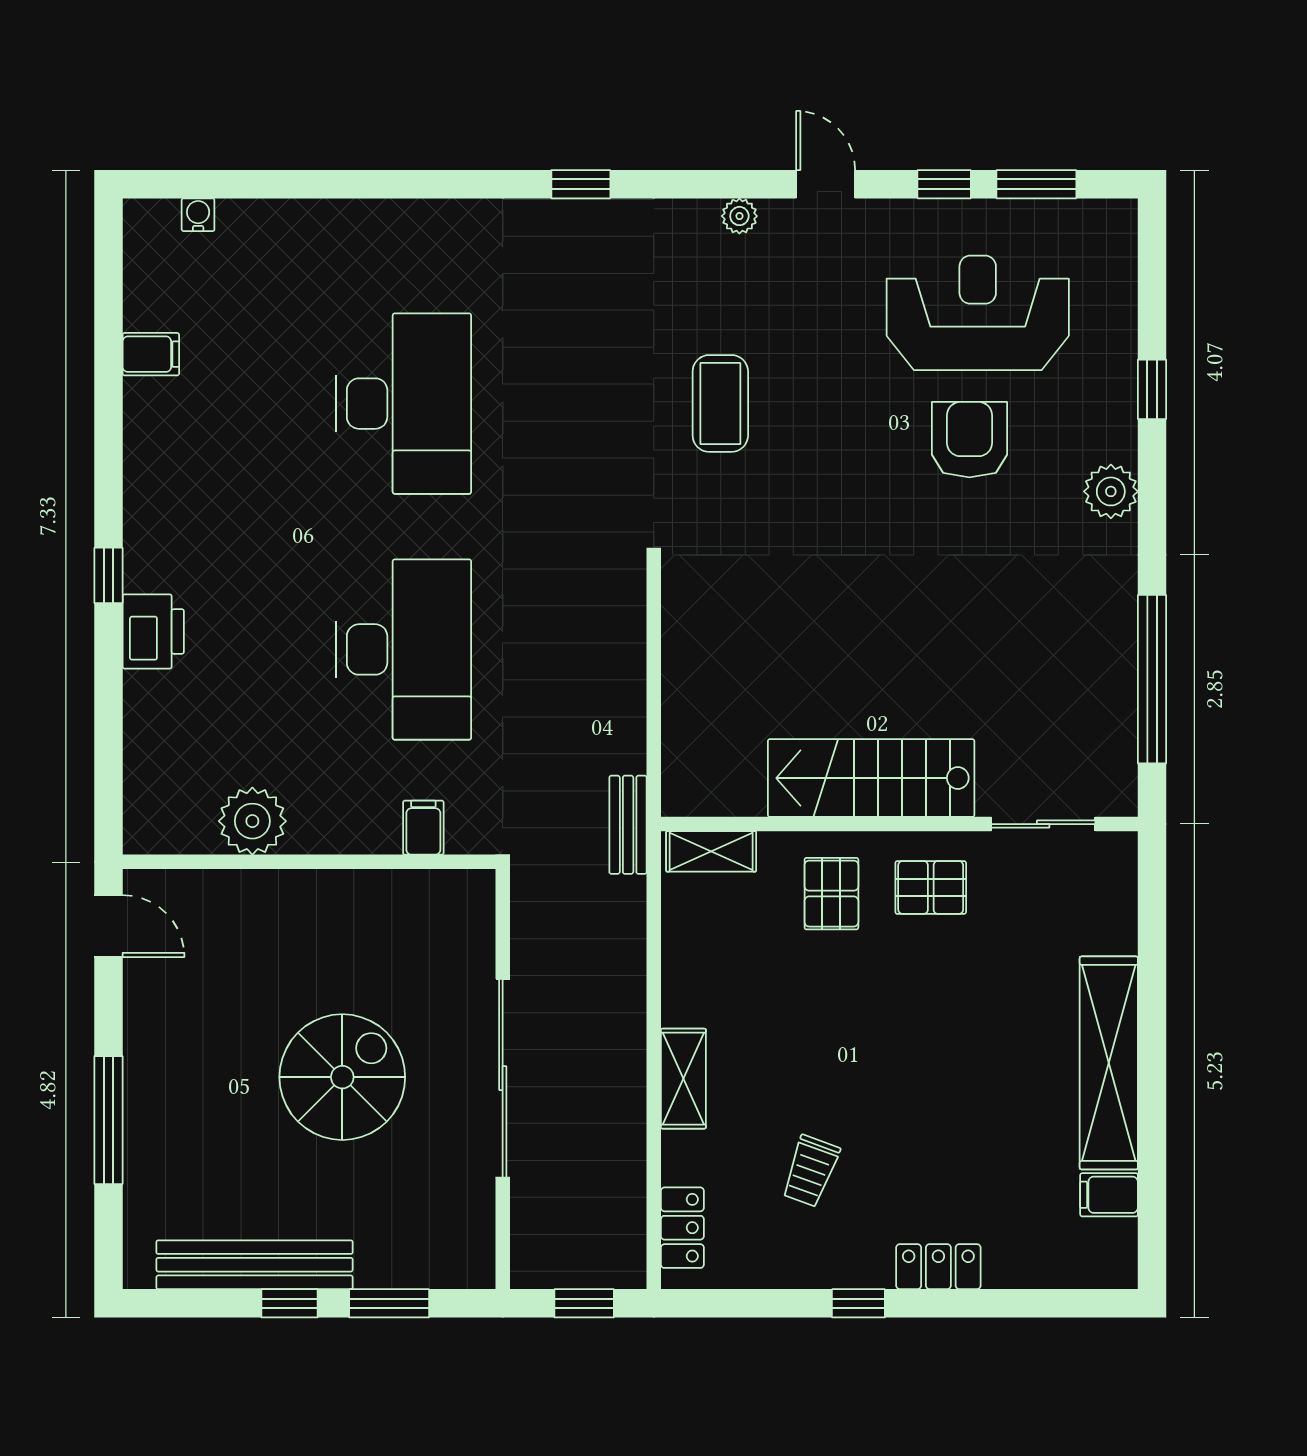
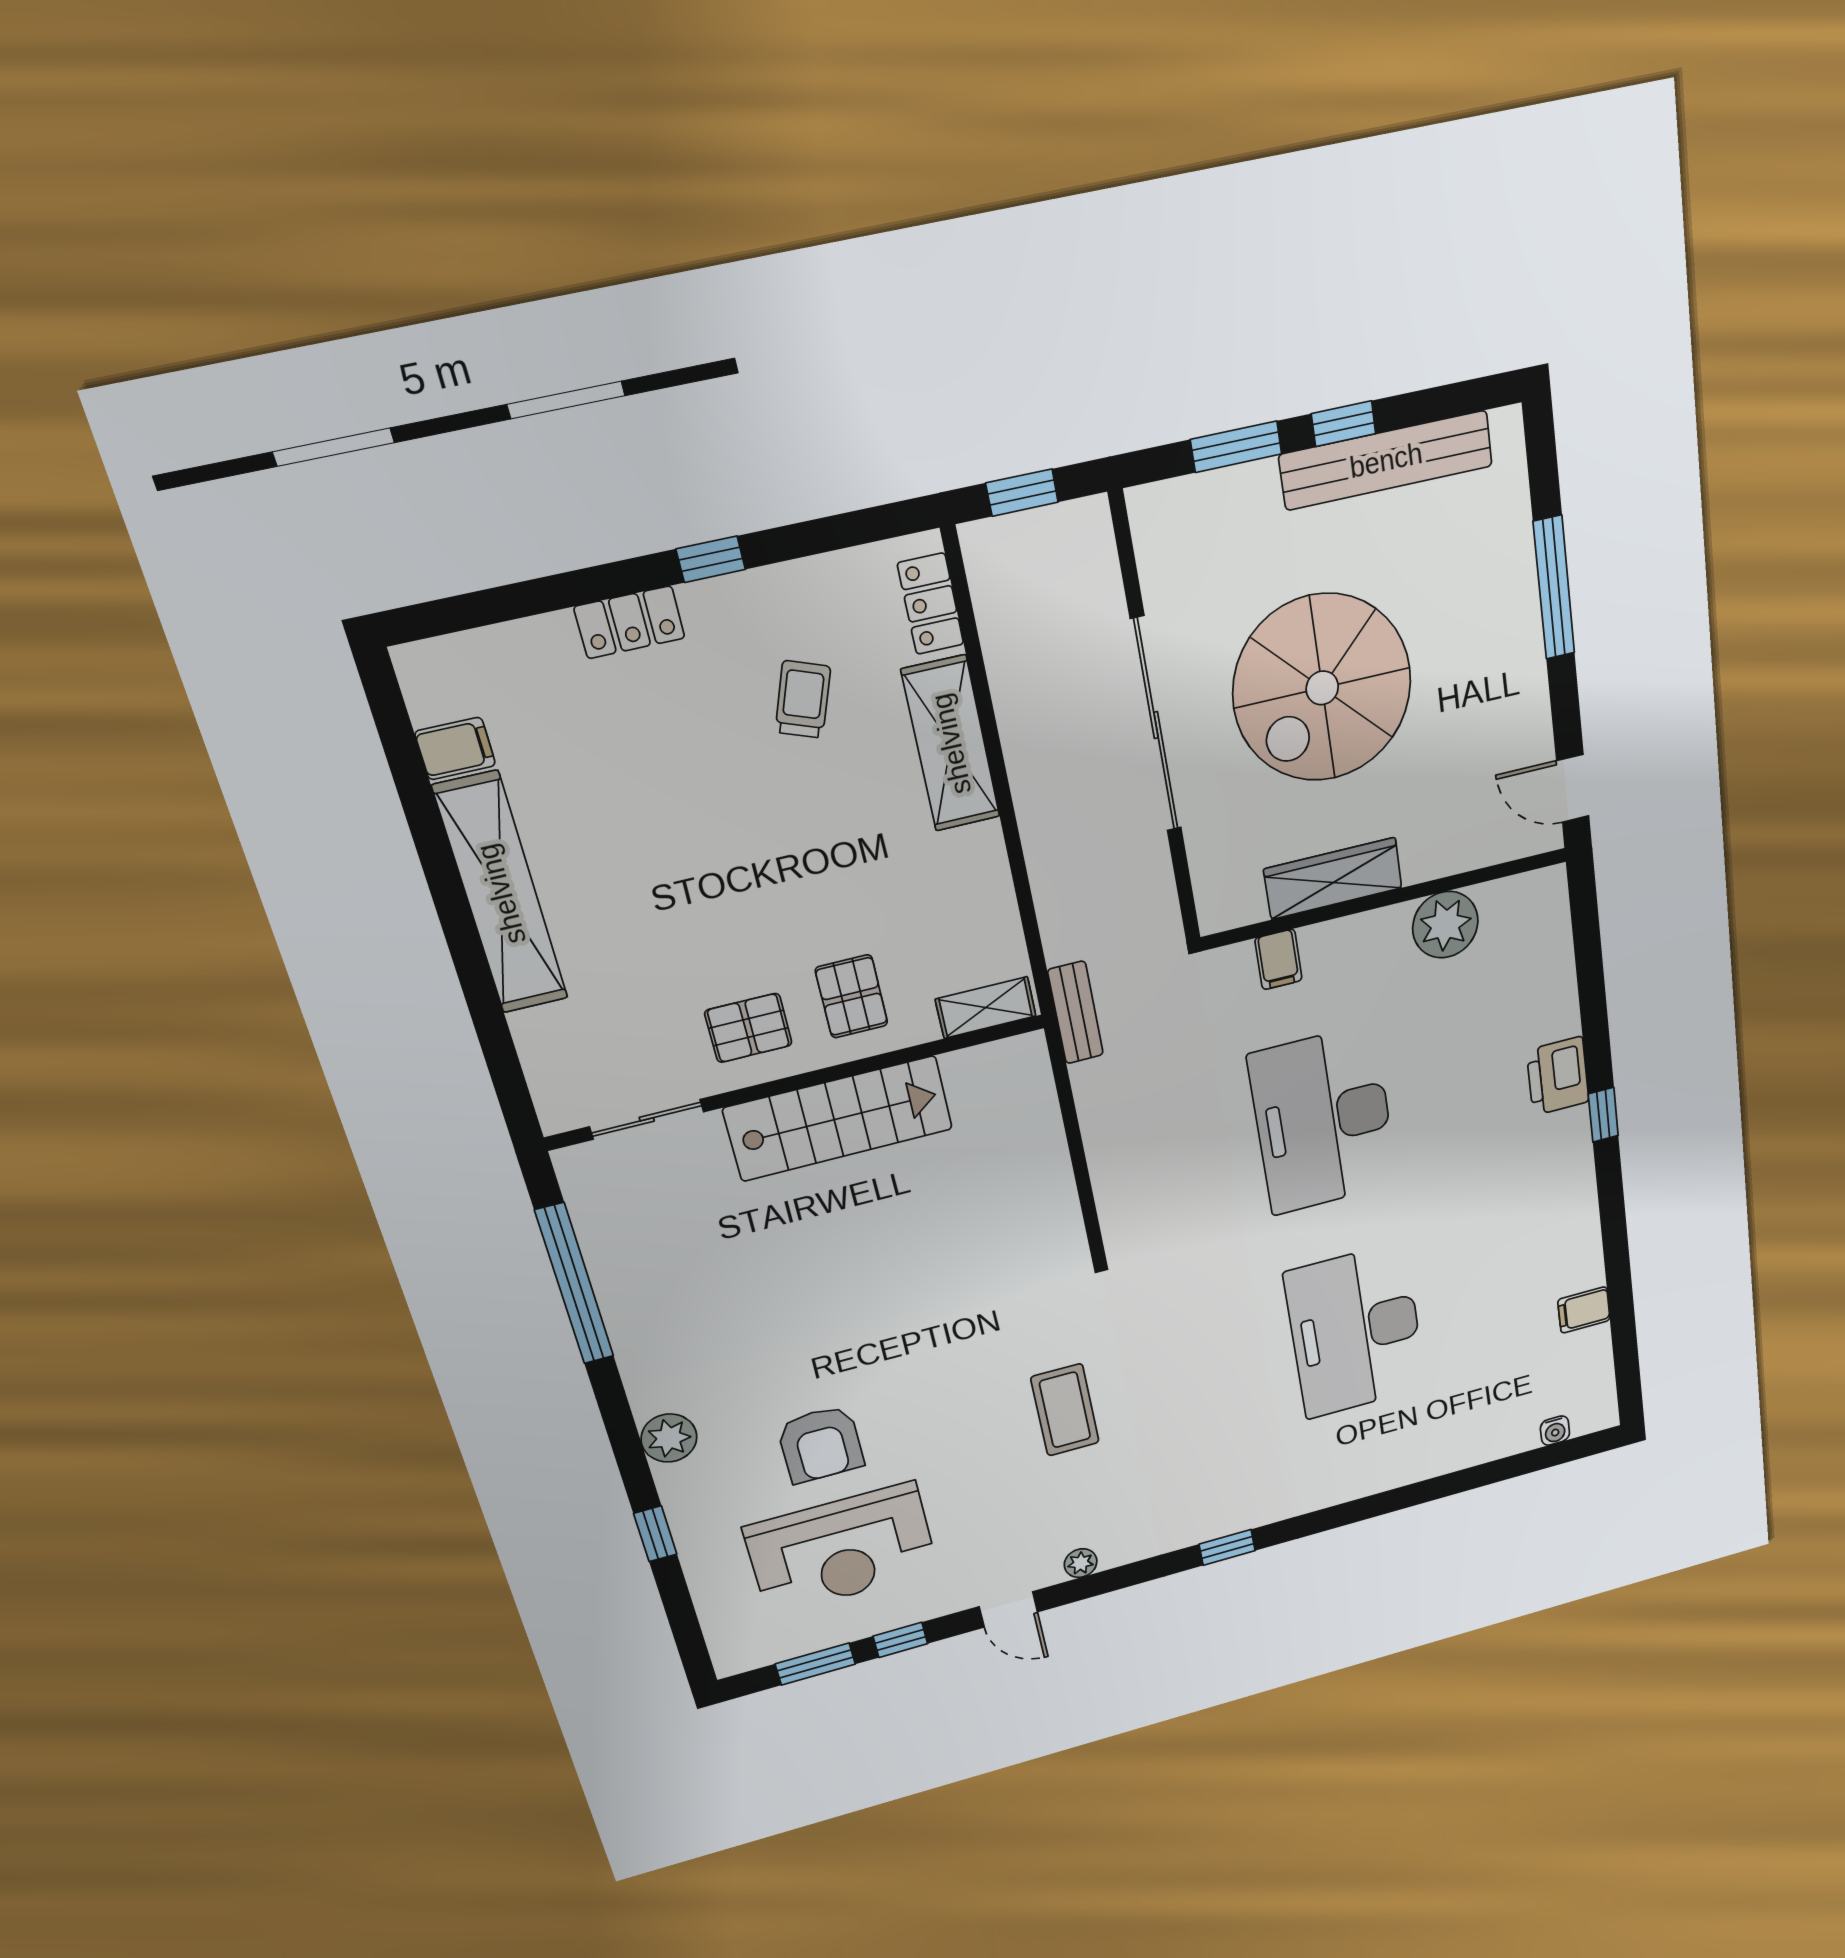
wardrobe: (358, 895) -> (1333, 878), added
spiral stairs: (342, 1077) -> (1322, 688), width x1.37, depth x1.37
shelving: (683, 1079) -> (951, 744), width x1.50, depth x1.33

